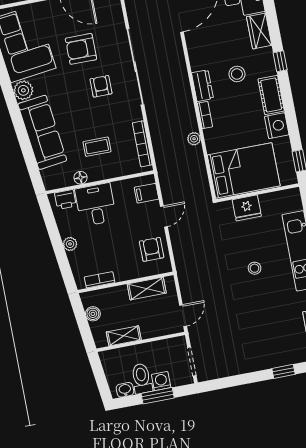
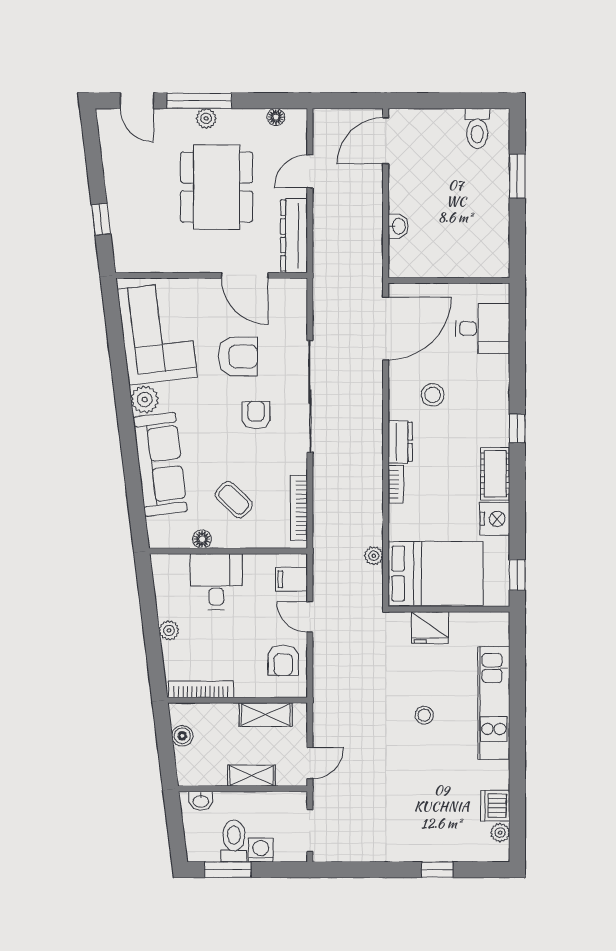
wardrobe: (259, 31) -> (496, 380), removed
armchair: (81, 49) -> (238, 356), turned 180
stool: (237, 74) -> (433, 395), moved
plant: (194, 139) -> (374, 556), moved
coffee table: (97, 147) -> (234, 500), turned 44
printer: (65, 199) -> (175, 566), removed
door: (164, 216) -> (310, 617), swing flipped
armchair: (152, 249) -> (283, 660), turned 180
bookcase: (100, 280) -> (201, 689), width x1.56
shelving: (124, 336) -> (252, 776), moved
washbasin: (125, 390) -> (201, 801), moved, turned 180
window: (158, 396) -> (228, 870), moved

